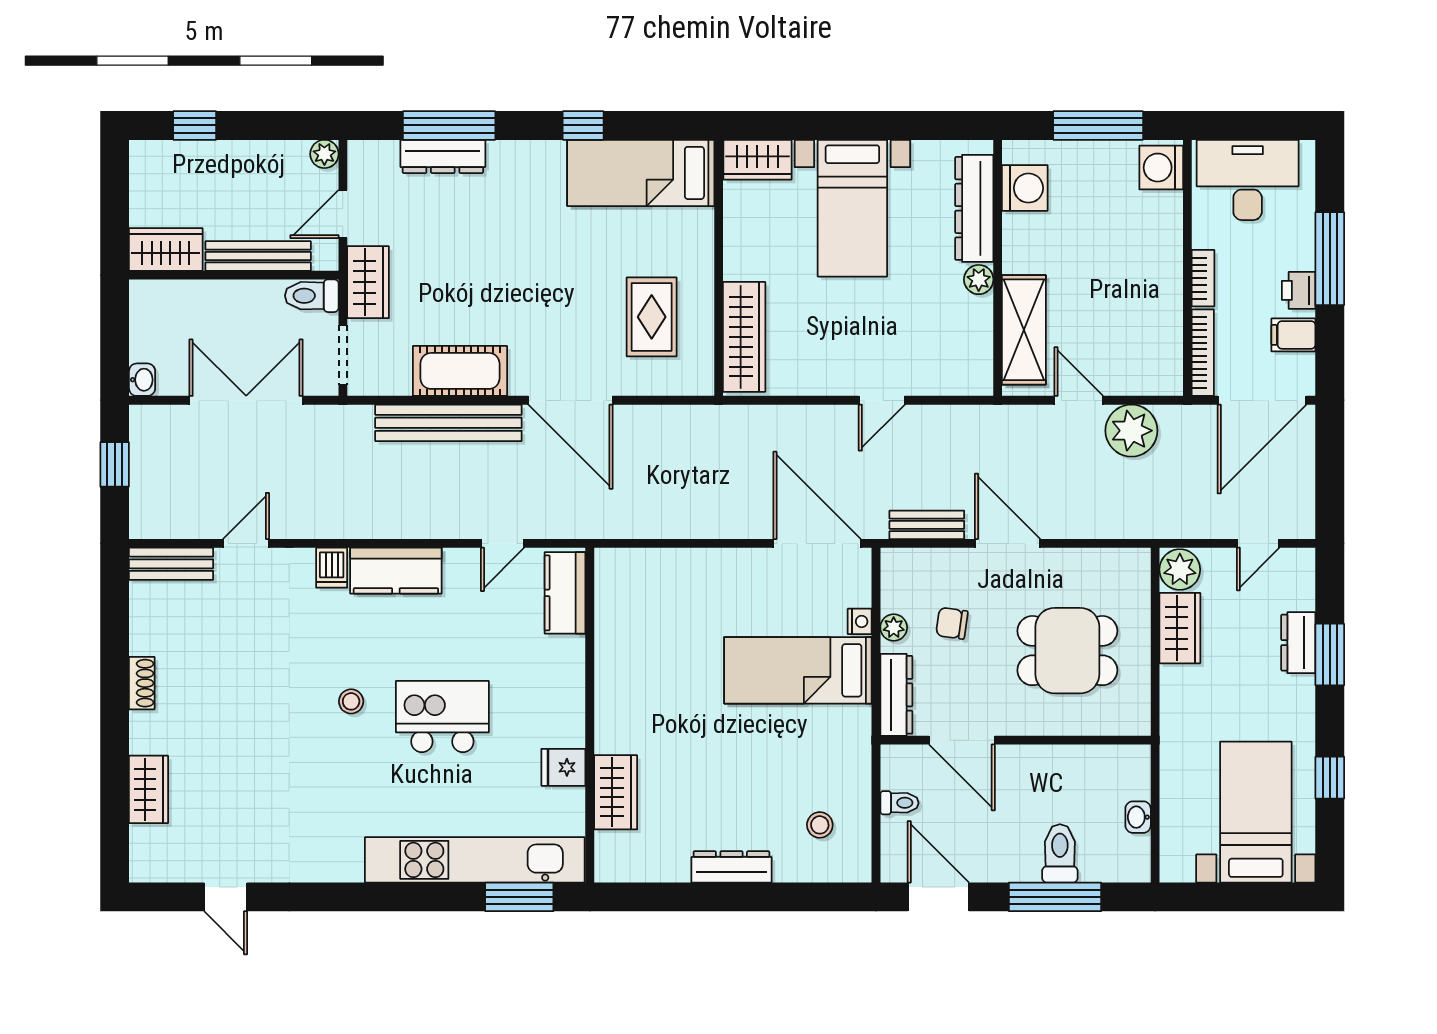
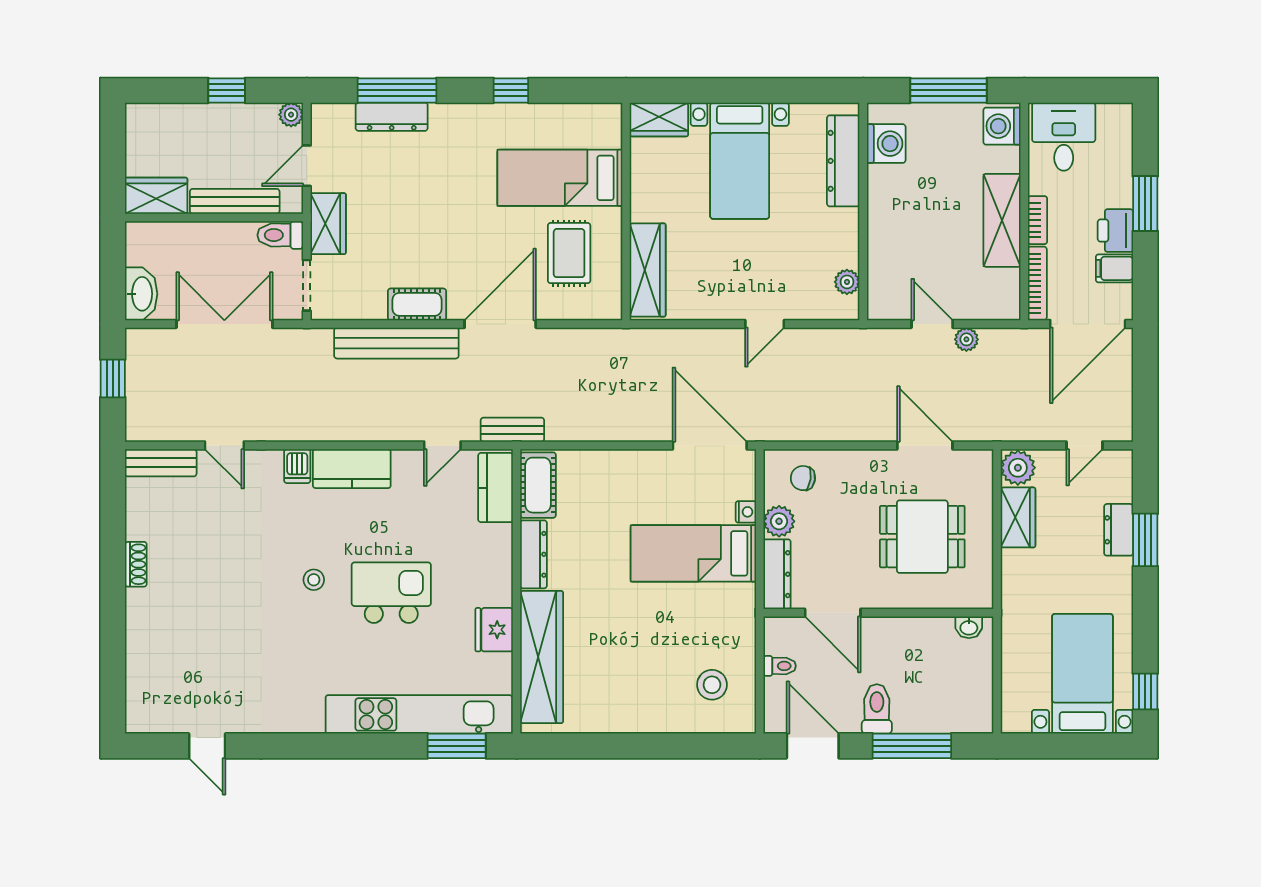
window: (195, 125) -> (227, 90), moved
bed: (641, 173) -> (560, 178), moved
desk: (1248, 180) -> (1064, 137), width x0.73
window: (1330, 259) -> (1145, 204), width x0.69
plant: (979, 280) -> (847, 282), moved
printer: (1299, 290) -> (1115, 231), width x1.36, depth x1.24
shelving: (1024, 330) -> (1002, 220), moved
cot: (460, 371) -> (417, 304), width x0.73, depth x0.75
washbasin: (142, 380) -> (141, 294), width x1.91, depth x1.45
door: (571, 400) -> (500, 324), swing flipped
plant: (1131, 431) -> (966, 339), width x0.53, depth x0.53
bench: (927, 525) -> (512, 430), moved
door: (246, 543) -> (224, 446), swing flipped
door: (1008, 543) -> (925, 446), moved
cot: (615, 590) -> (538, 485), added
chair: (952, 623) -> (803, 478), moved
plant: (894, 628) -> (779, 521), width x1.38, depth x1.38
fridge: (563, 767) -> (494, 630), width x1.38
window: (1330, 778) -> (1145, 692), moved
wardrobe: (148, 789) -> (142, 655), removed
wardrobe: (616, 792) -> (542, 657), width x2.10, depth x1.17
washbasin: (1138, 817) -> (969, 627), moved, turned -90
stool: (820, 825) -> (712, 685), width x1.37, depth x1.37
toilet: (1060, 853) -> (877, 709), moved
dresser: (731, 867) -> (534, 554), moved, turned 90

